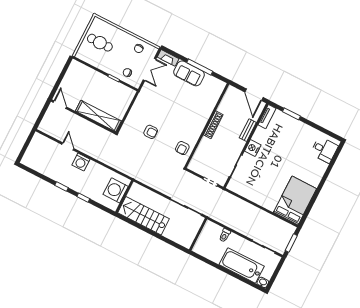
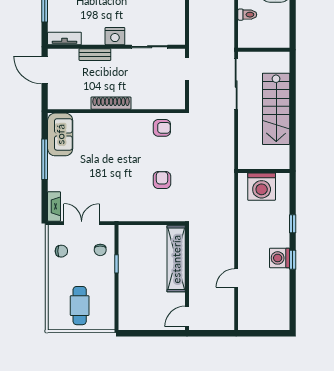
sofa: (189, 73) -> (60, 134), moved
door: (254, 95) -> (45, 70), swing flipped
washing machine: (81, 162) -> (280, 258), moved, turned 180
stairs: (144, 216) -> (276, 109), moved

